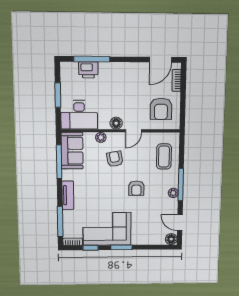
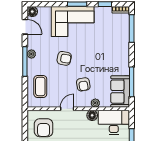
armchair: (161, 109) -> (44, 128), turned 180
floor lamp: (116, 123) -> (92, 115), moved
armchair: (136, 188) -> (64, 58), turned 101
tv unit: (68, 195) -> (124, 52), removed
corner sofa: (107, 229) -> (73, 21), moved

